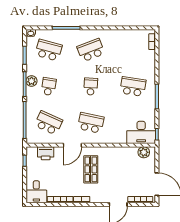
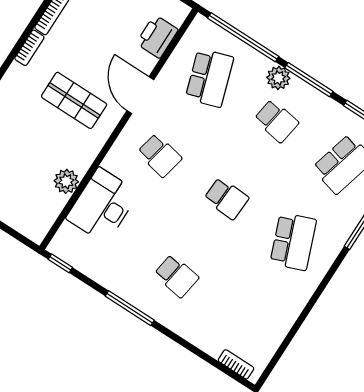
plant: (32, 81) -> (278, 78), moved
school desk: (133, 86) -> (176, 276), width x0.54
school desk: (49, 123) -> (210, 78), turned -42
school desk: (91, 123) -> (160, 155), width x0.54
desk: (141, 132) -> (102, 206), moved
plant: (144, 152) -> (66, 181), moved

